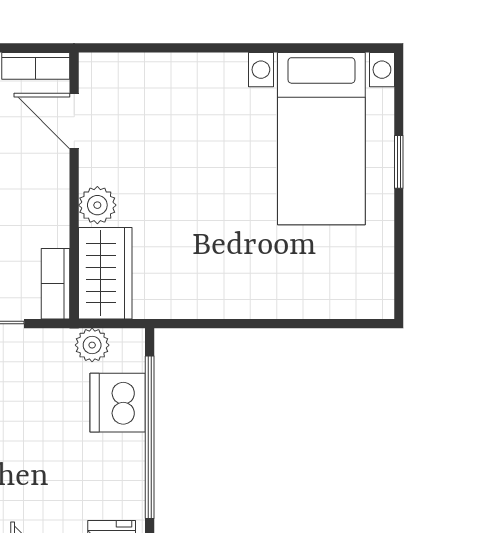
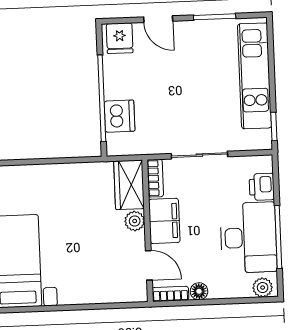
filing cabinet: (42, 203) -> (164, 221), added
plant: (92, 345) -> (134, 146), removed

